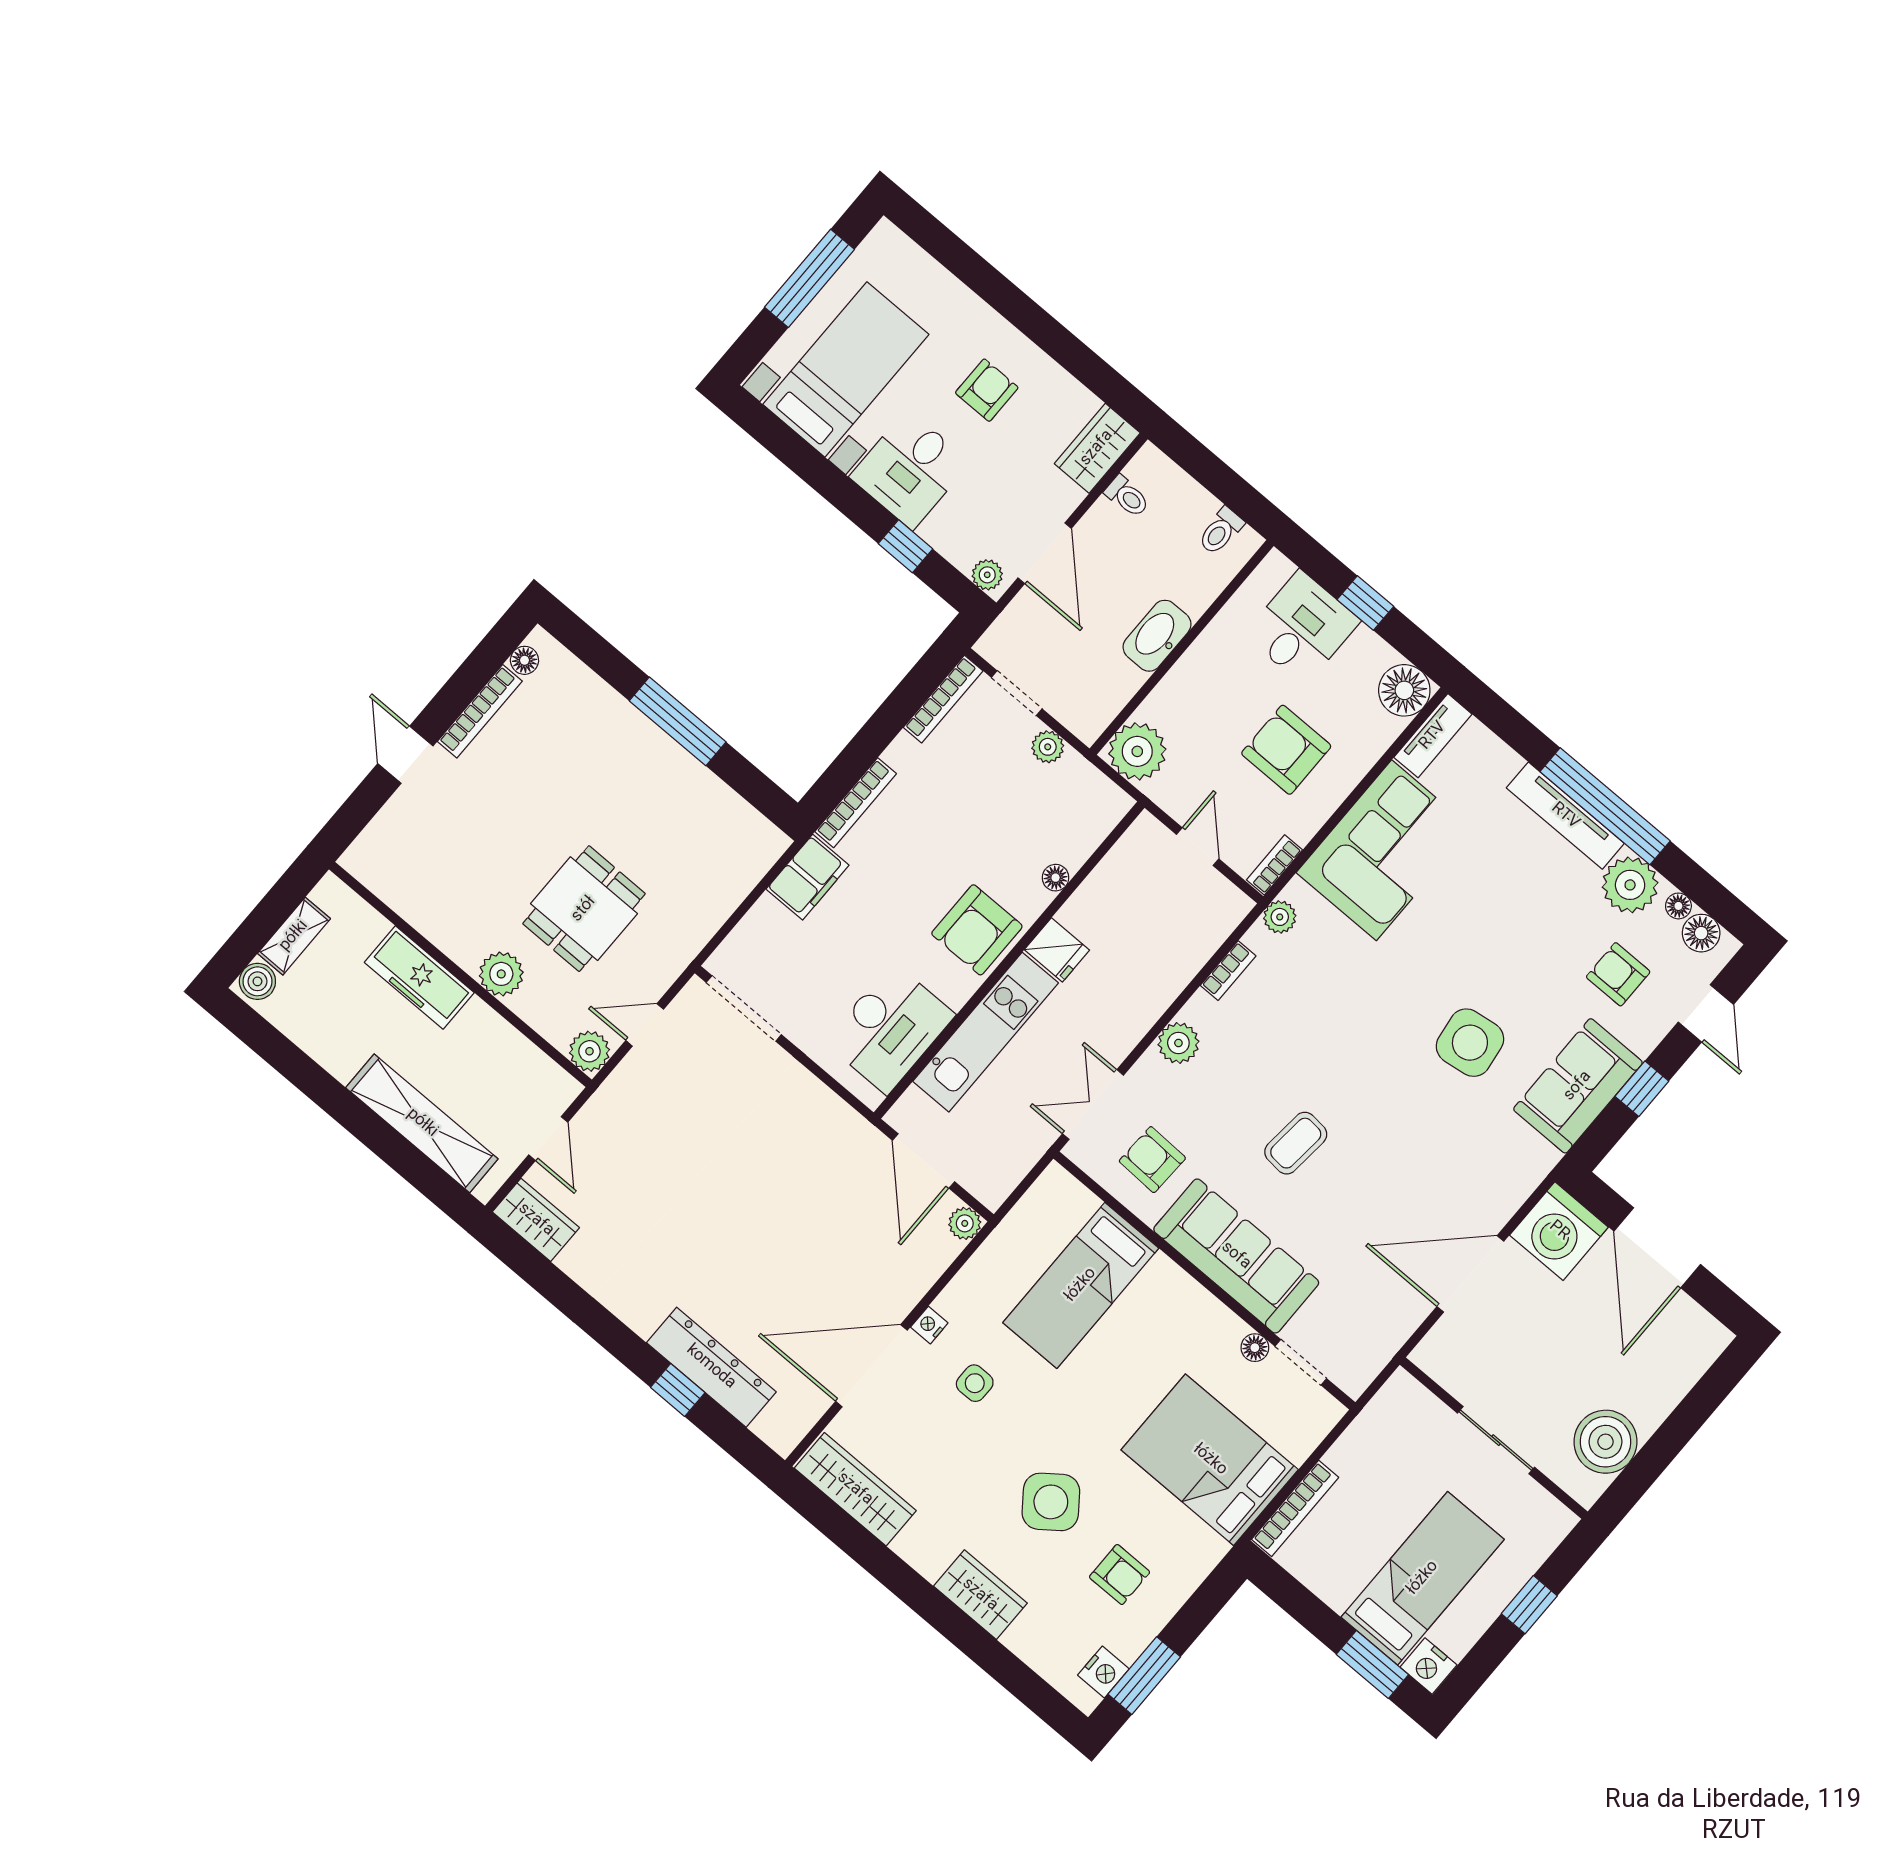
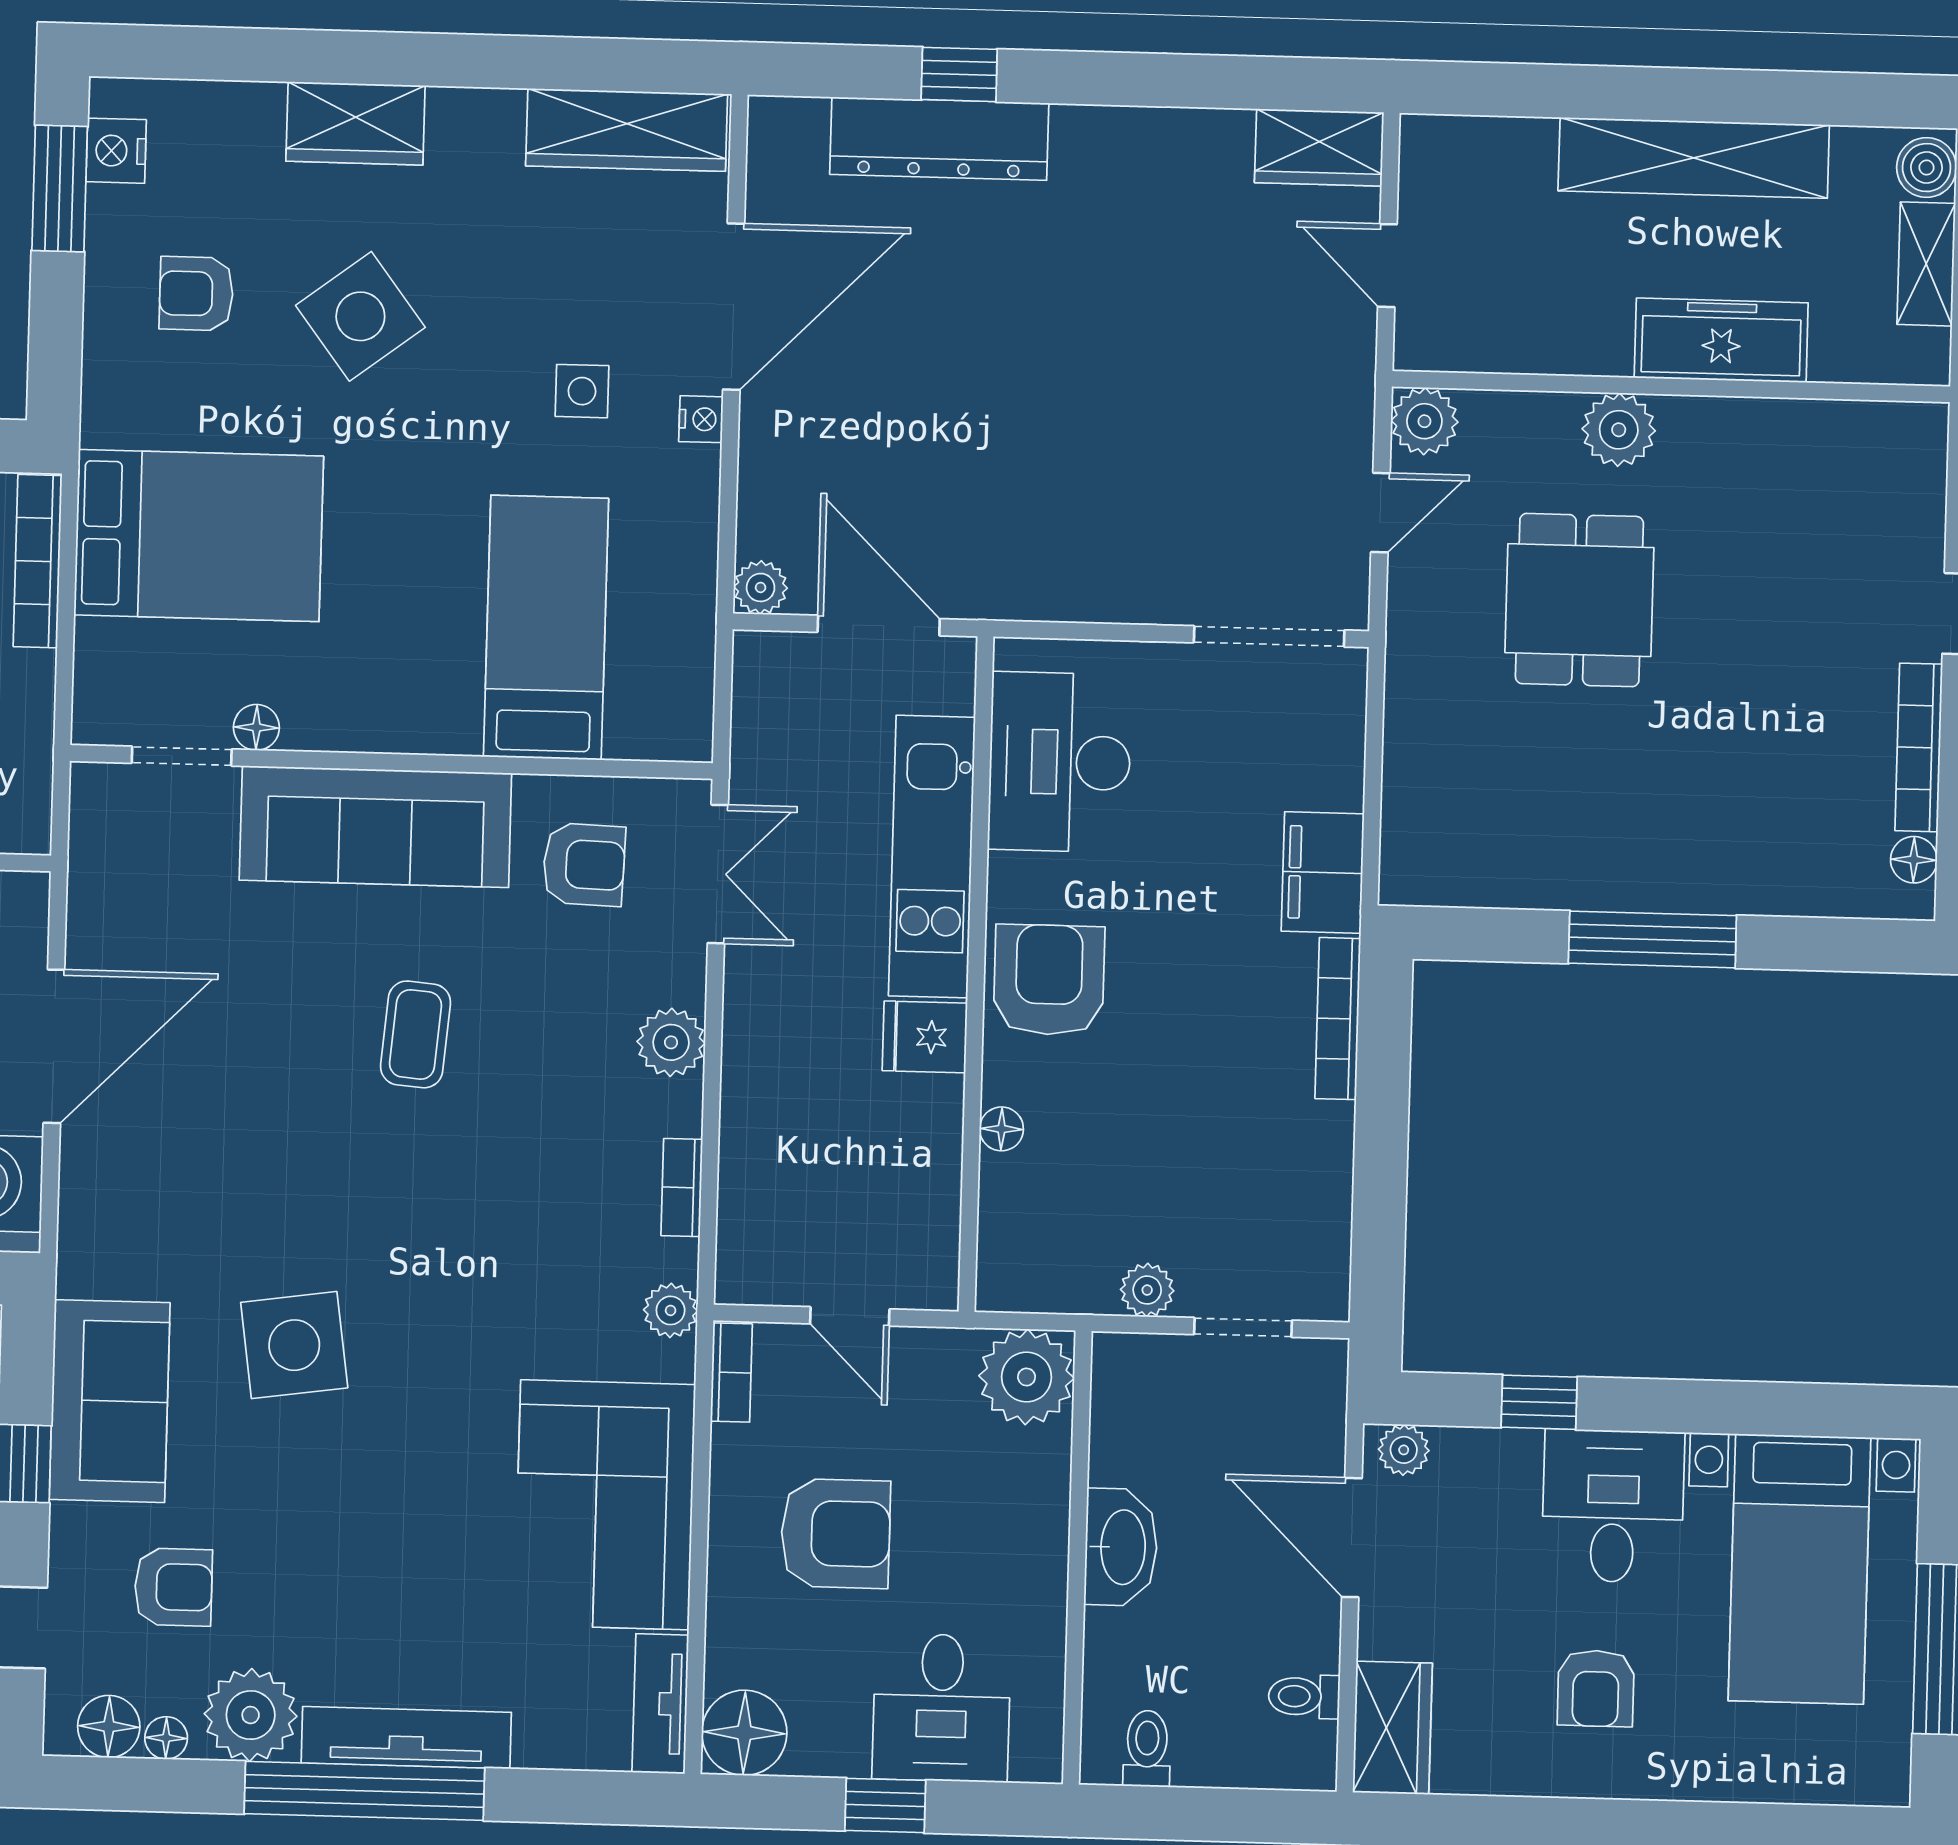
bookcase: (943, 699) -> (1332, 1243), removed
shelving: (422, 1123) -> (1694, 158), moved

